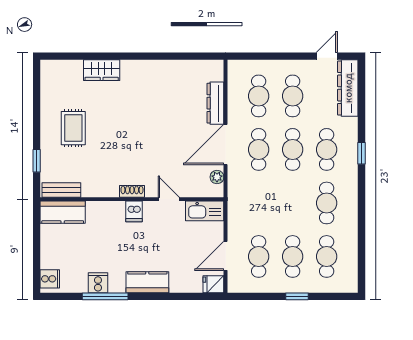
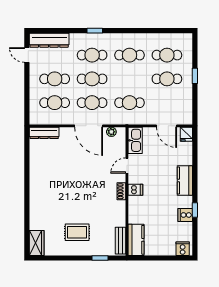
wardrobe: (102, 70) -> (37, 243), moved
dresser: (215, 103) -> (44, 133), moved
cafe table: (259, 256) -> (130, 103), moved
window: (105, 296) -> (195, 210), width x0.46

